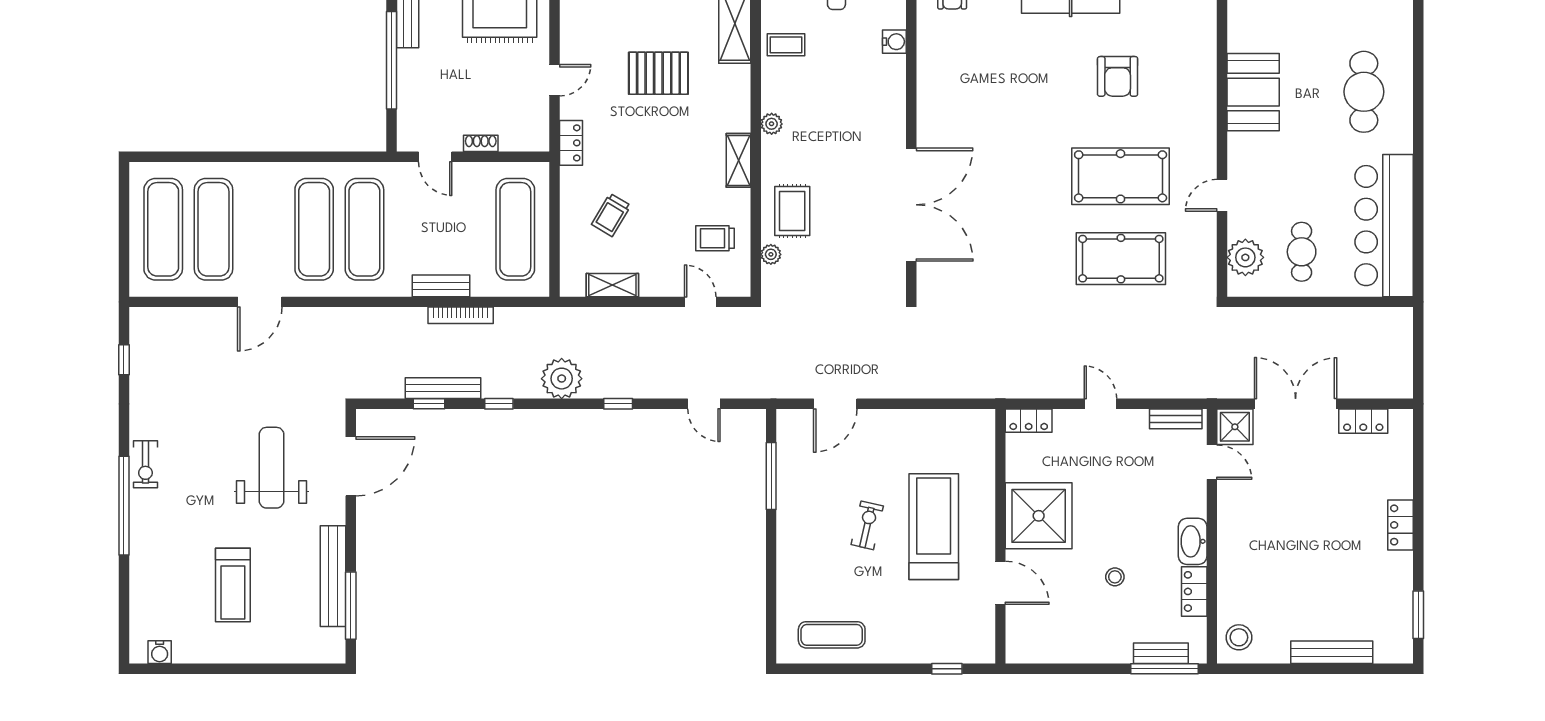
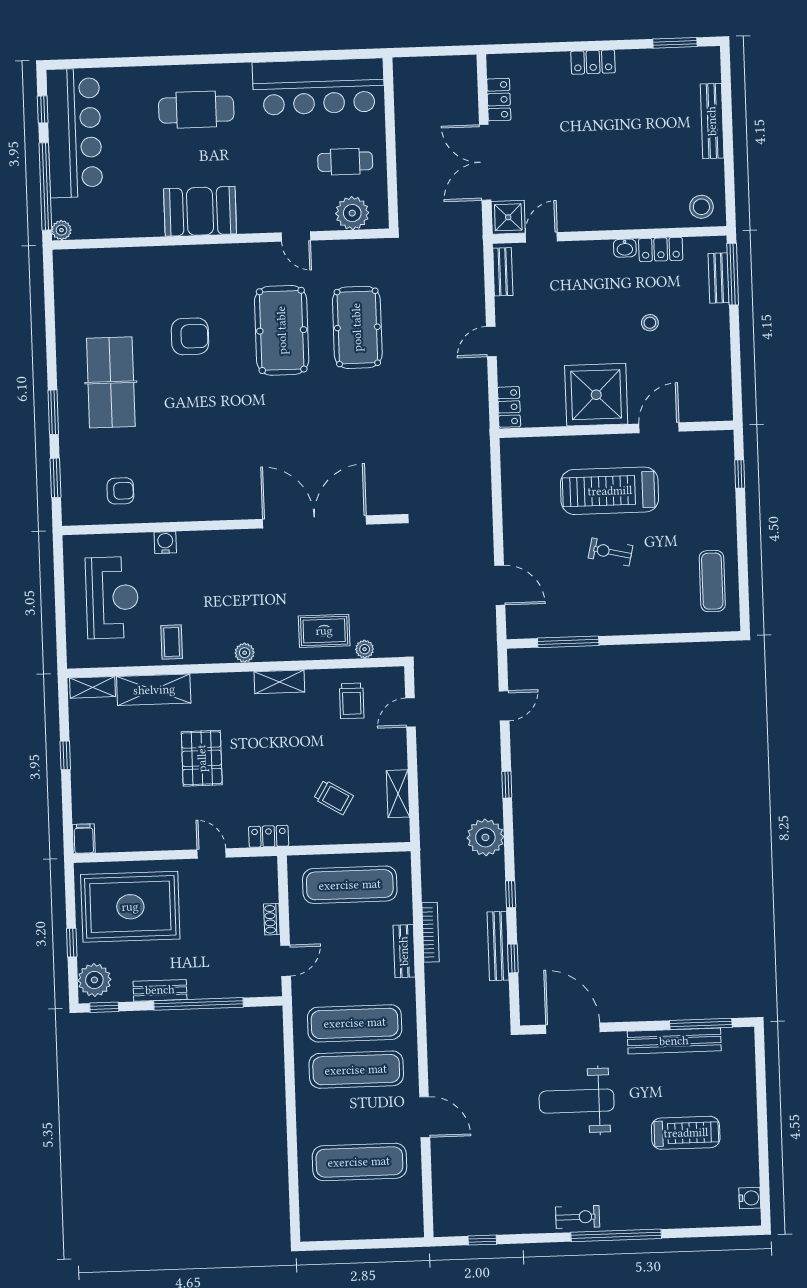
exercise mat: (163, 229) -> (361, 1208), removed
washbasin: (1193, 541) -> (625, 248), width x0.52, depth x0.69

